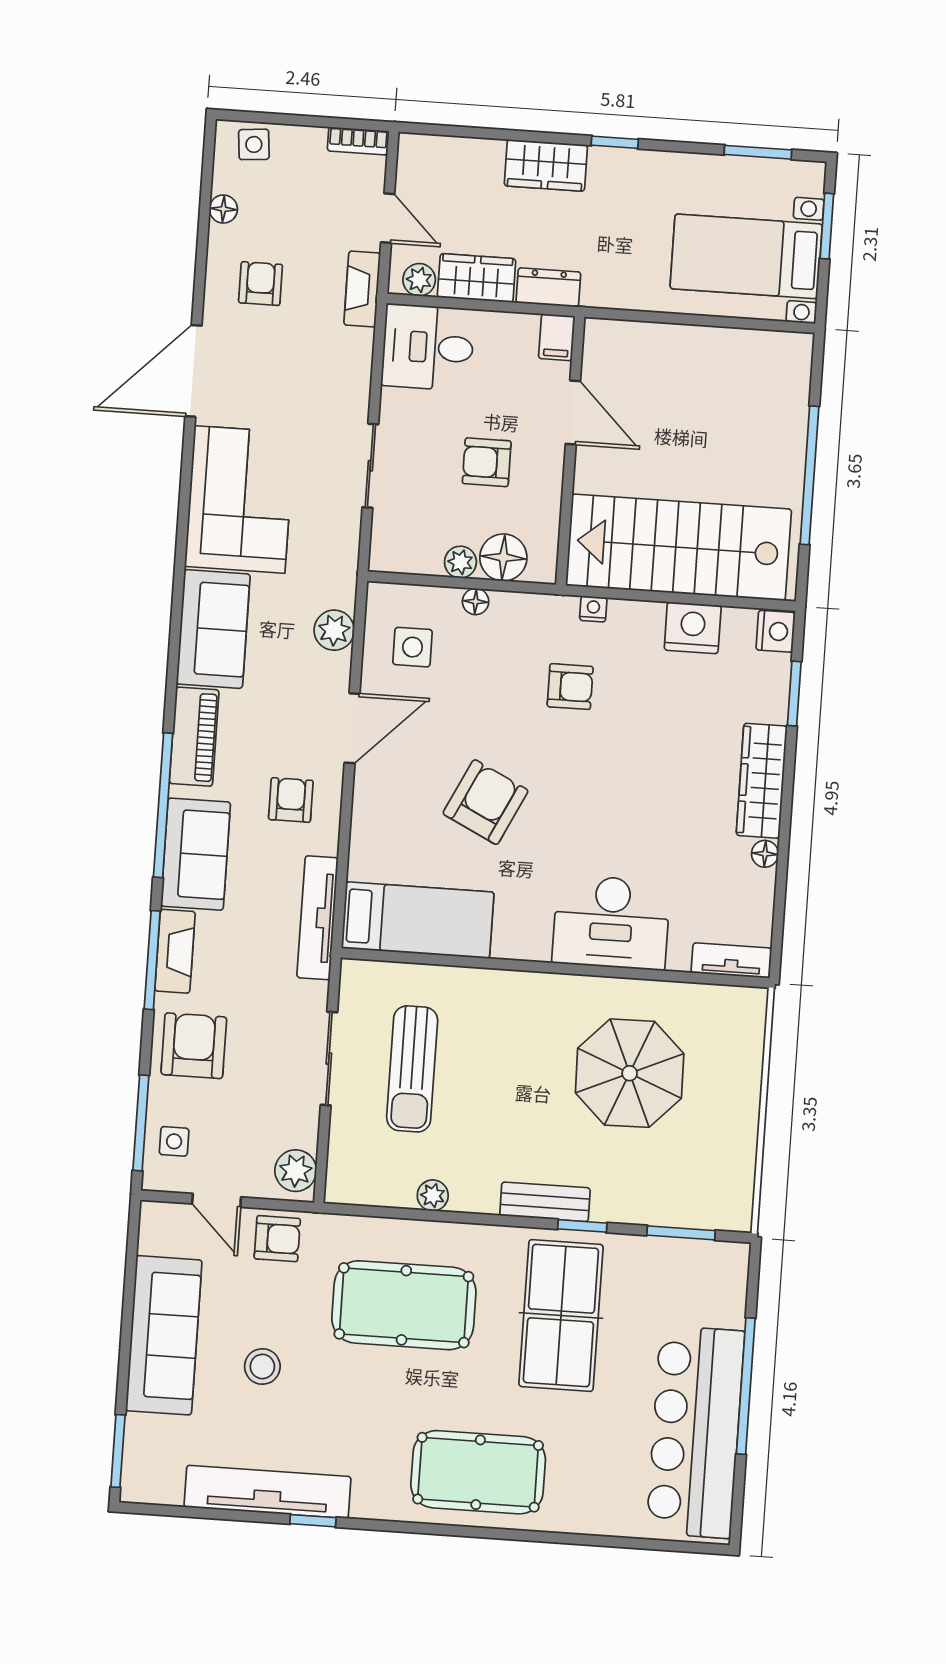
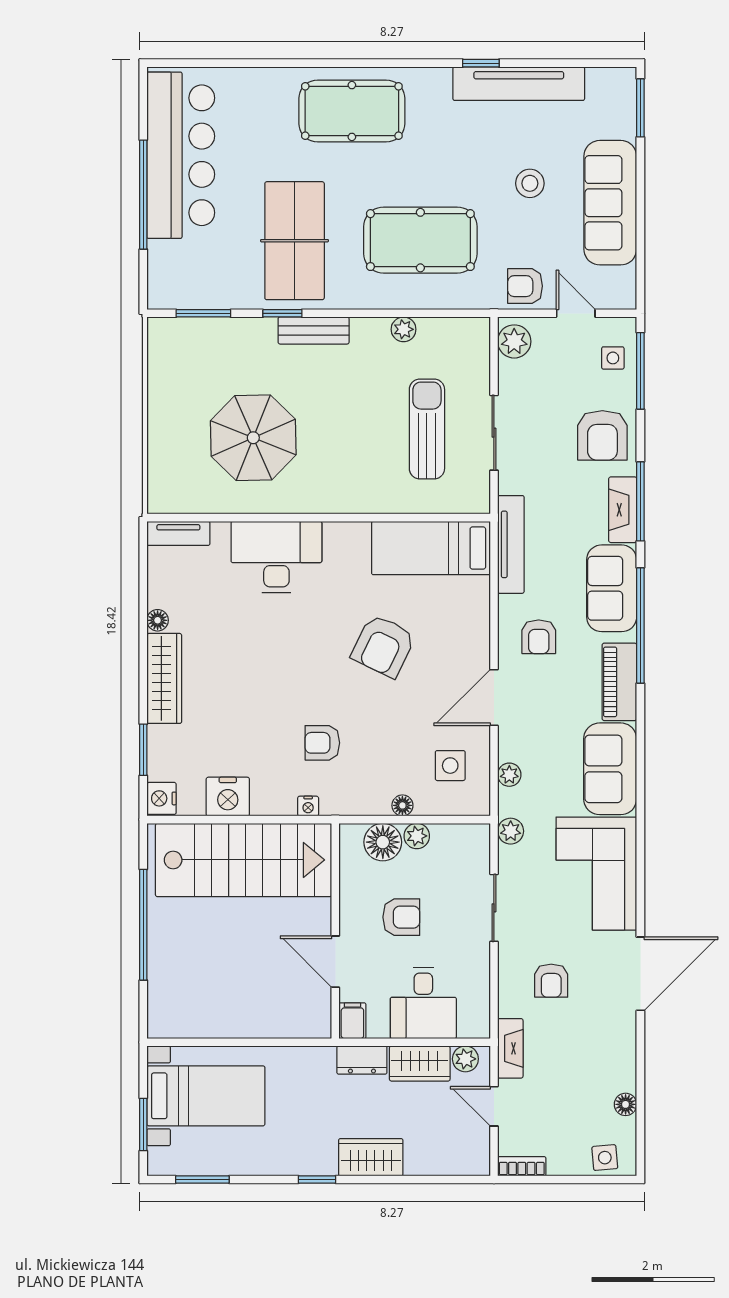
armchair: (260, 284) -> (551, 981), moved
desk: (428, 347) -> (423, 1003), moved, turned 90
plant: (343, 560) -> (511, 831), added
plant: (334, 630) -> (509, 775), width x0.73, depth x0.73

